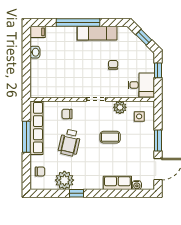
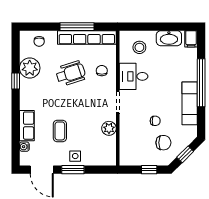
washbasin: (35, 52) -> (169, 38), width x1.91, depth x1.45
chair: (133, 57) -> (163, 143), added
stool: (46, 79) -> (139, 47), added
desk: (141, 85) -> (134, 76), moved, turned 90
side table: (139, 116) -> (75, 156), moved
coffee table: (110, 137) -> (60, 131), moved
wheelchair: (69, 143) -> (71, 73), turned 149

